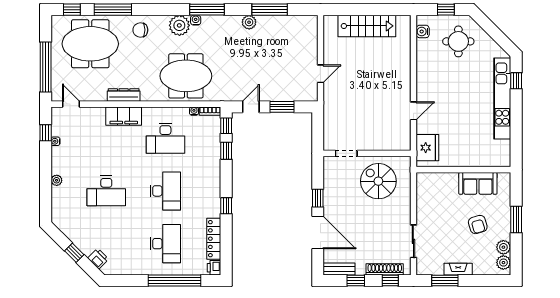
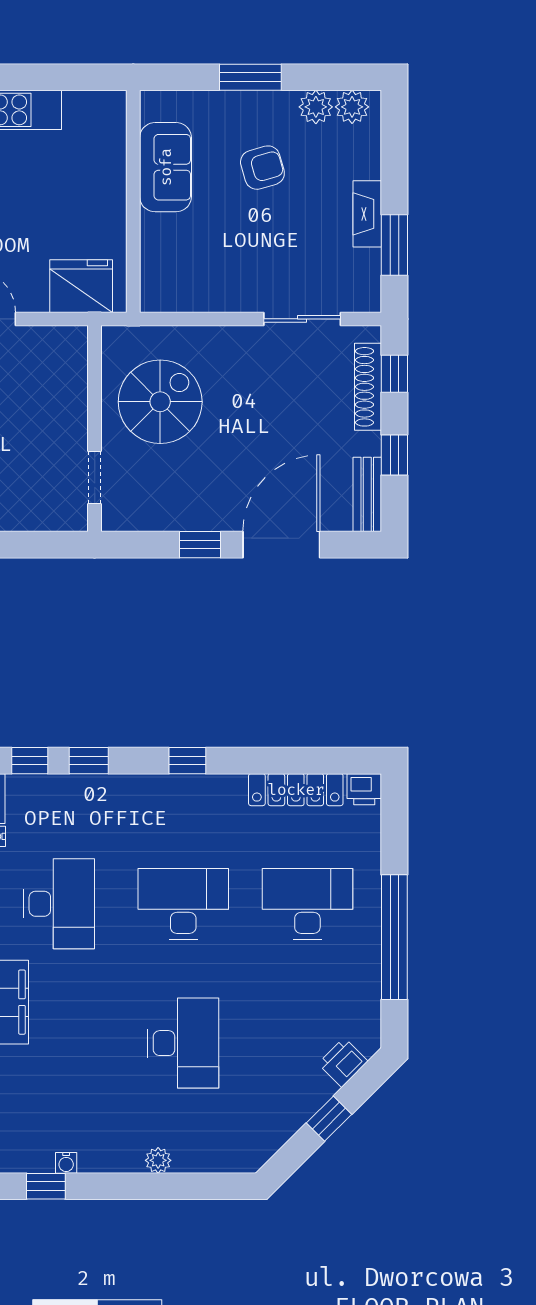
spiral stairs: (378, 181) -> (160, 402), turned 180
window: (226, 206) -> (187, 761), moved
window: (175, 281) -> (394, 937), moved

